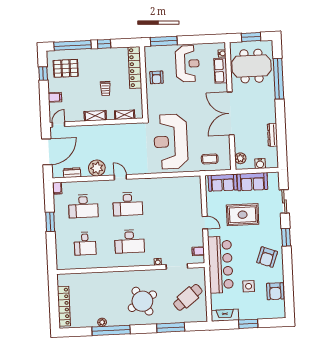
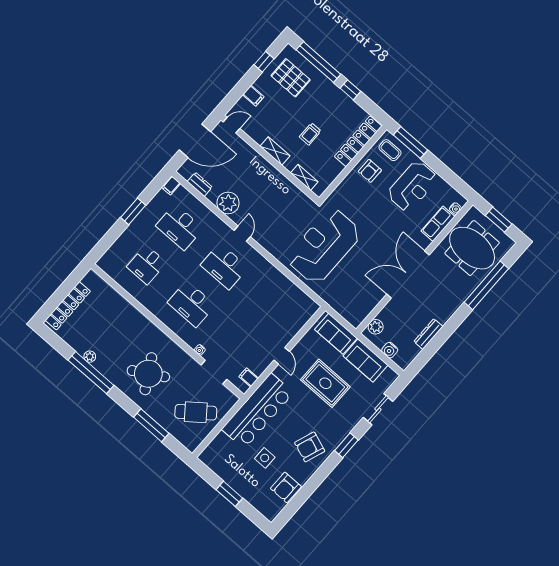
coffee table: (210, 159) -> (390, 150), moved
fireplace: (225, 315) -> (215, 464), removed

